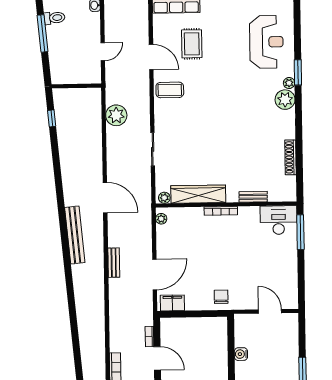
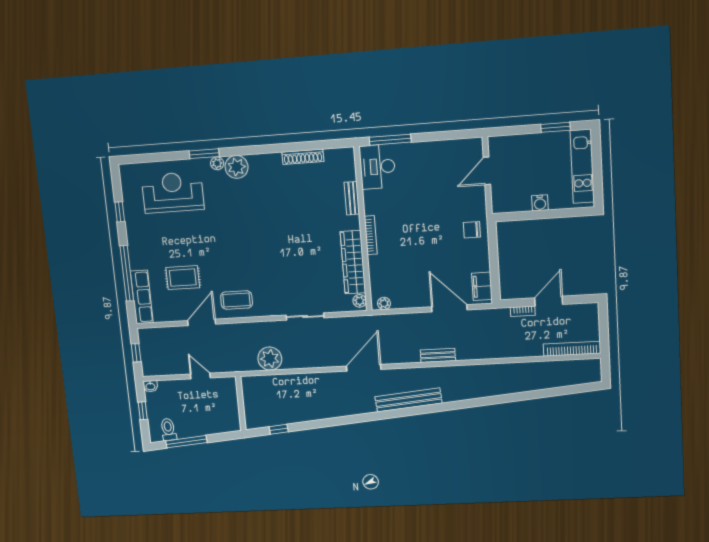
coffee table: (170, 90) -> (237, 300), turned 90

